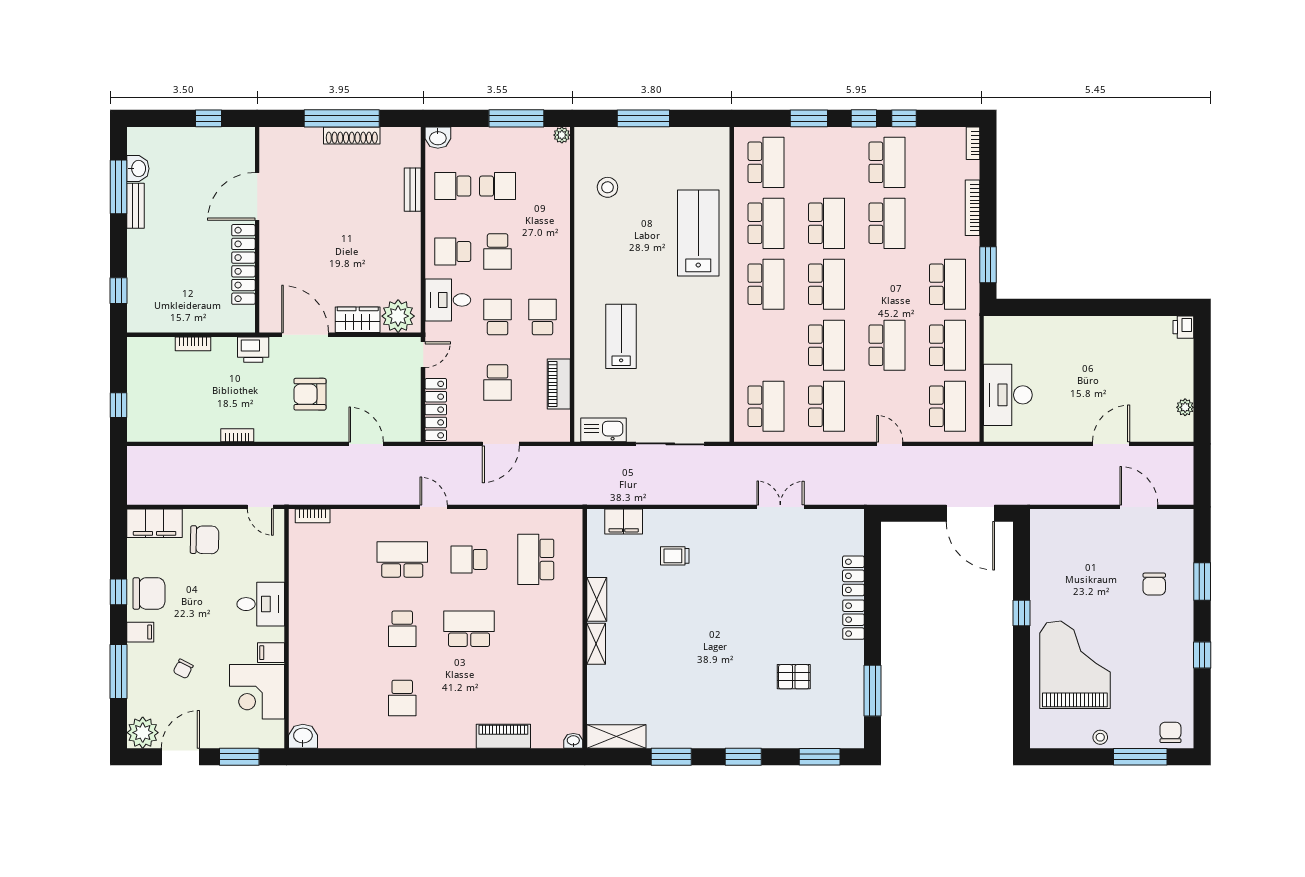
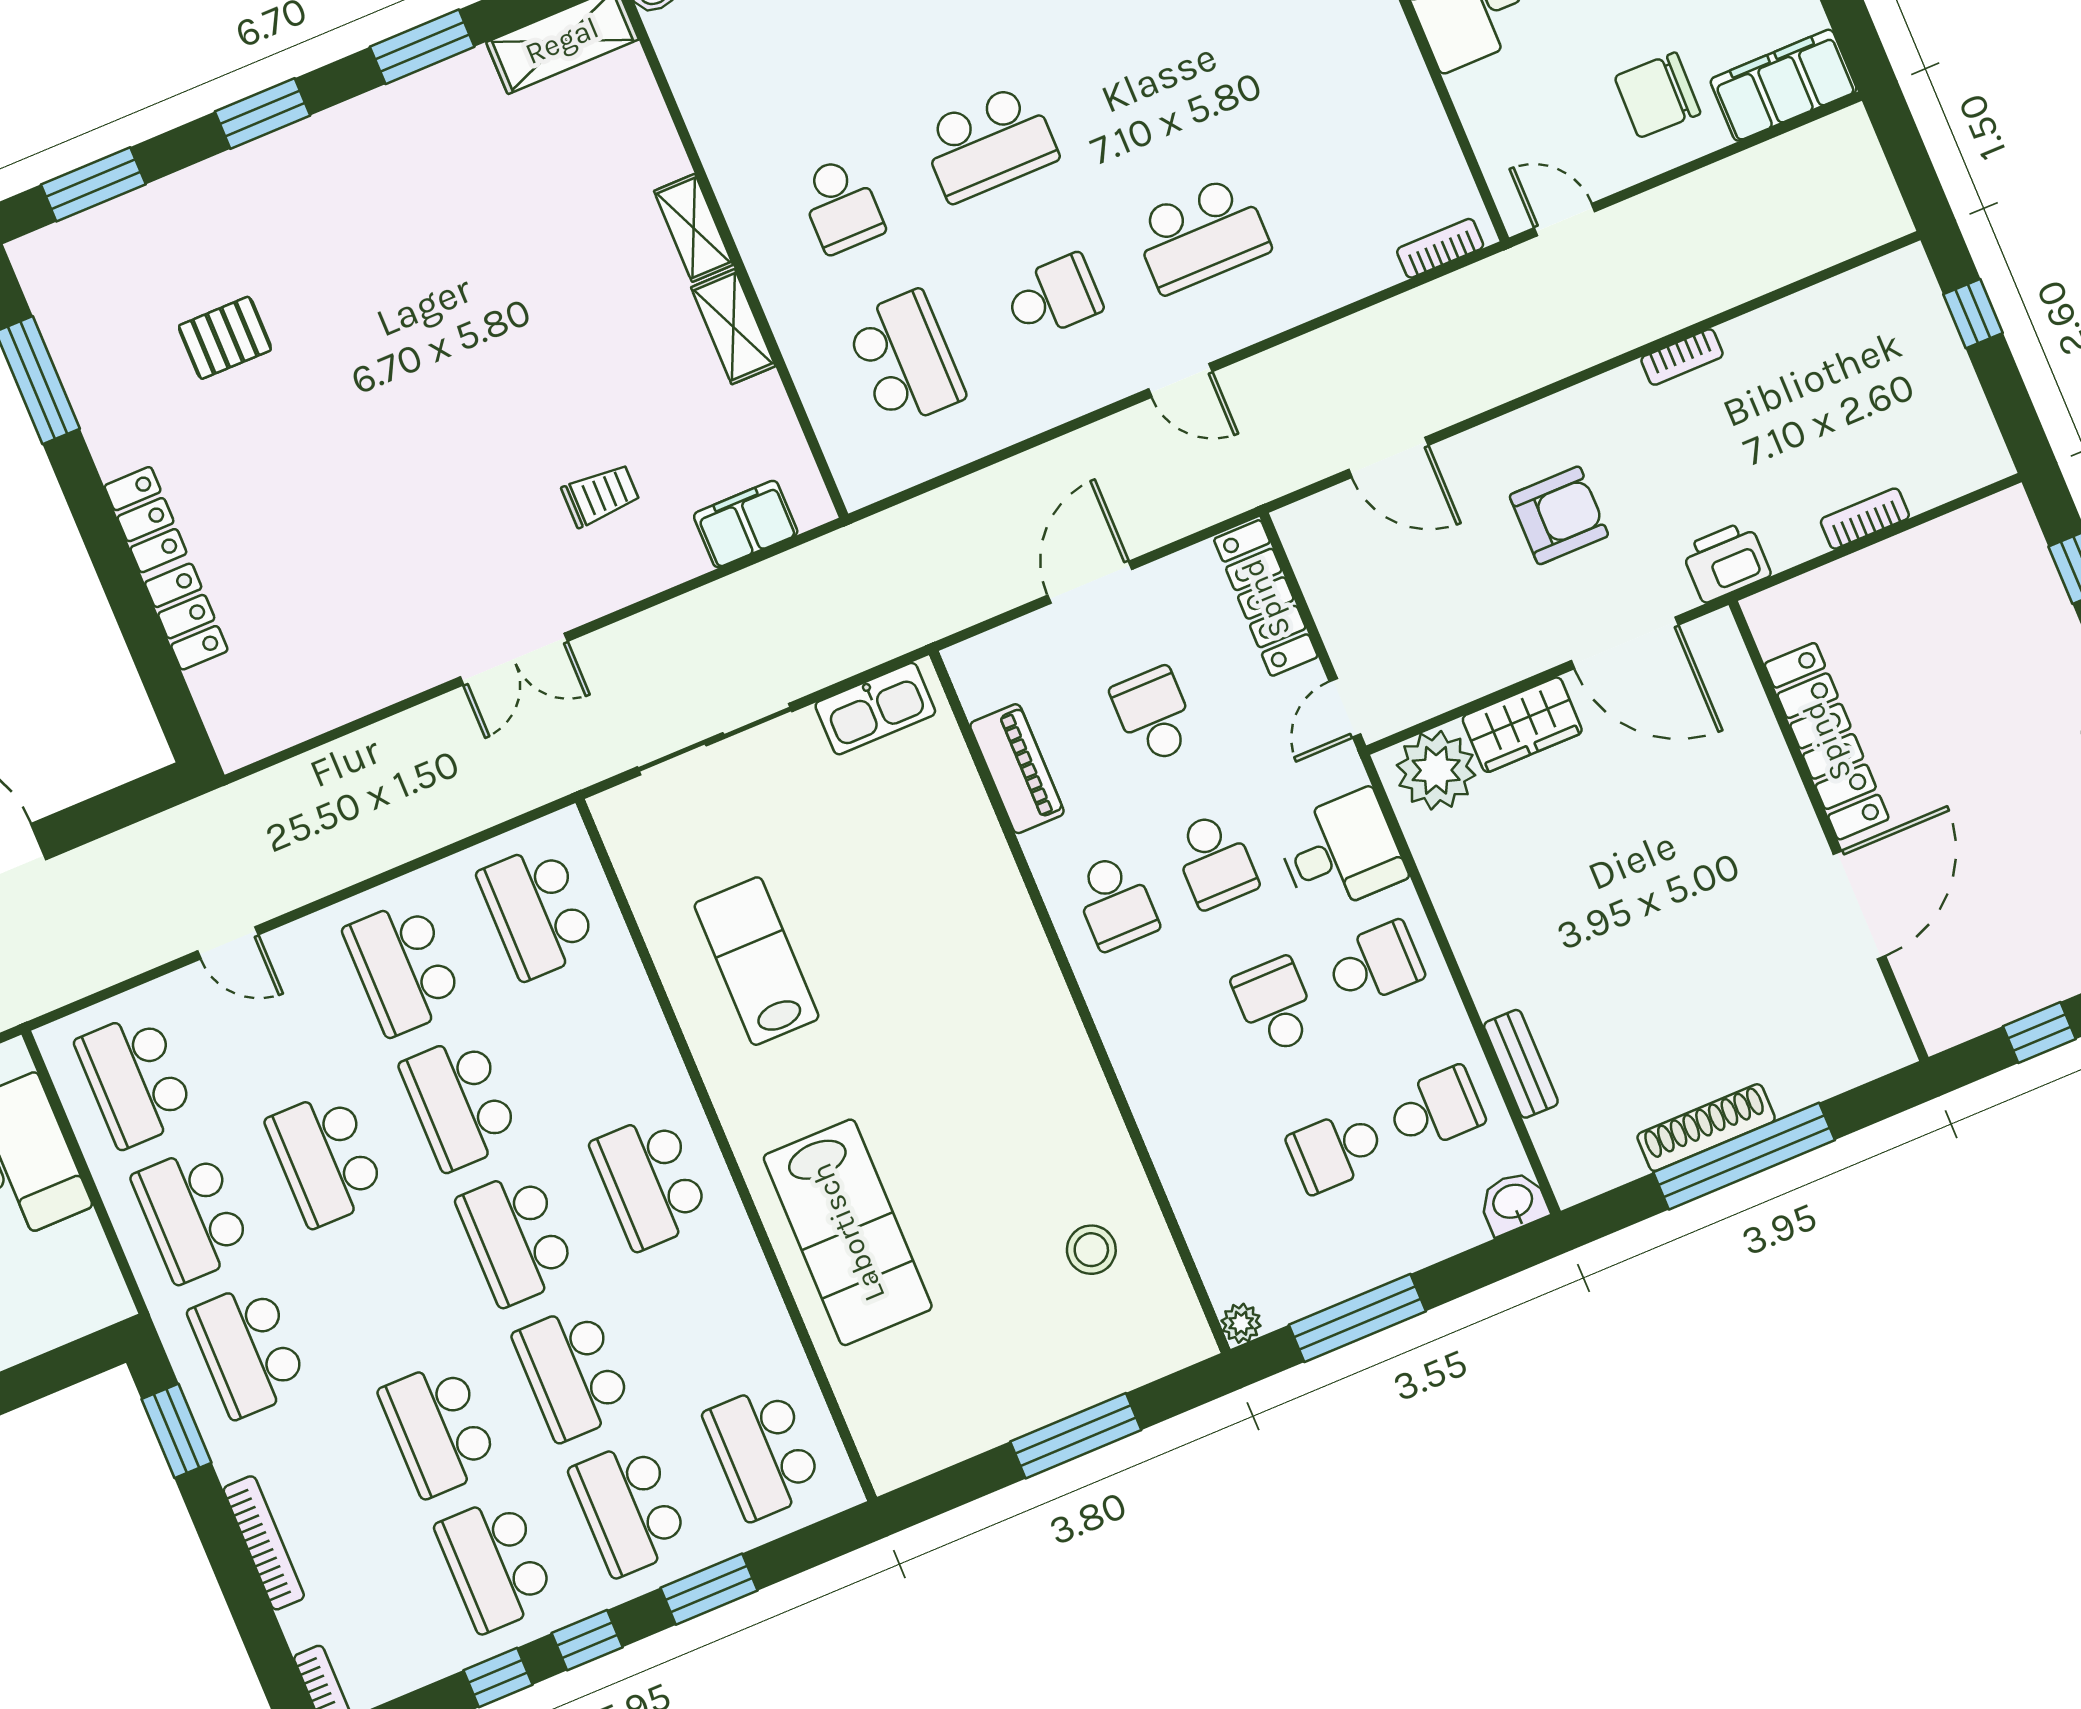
school desk: (766, 223) -> (629, 1508), moved
lab bench: (621, 336) -> (756, 961), moved, turned 180
double door: (780, 507) -> (514, 659), moved
school desk: (402, 629) -> (841, 205), moved, turned 180

